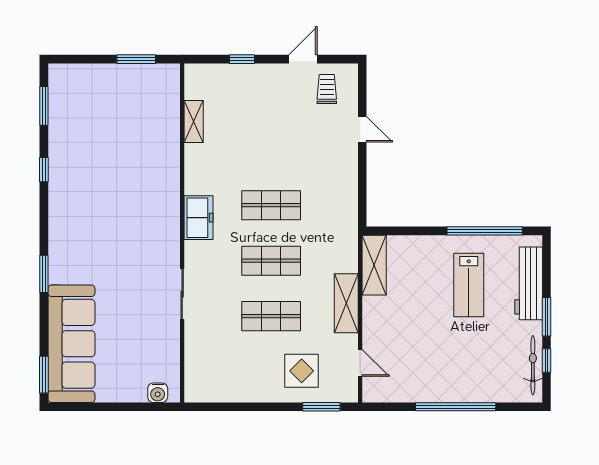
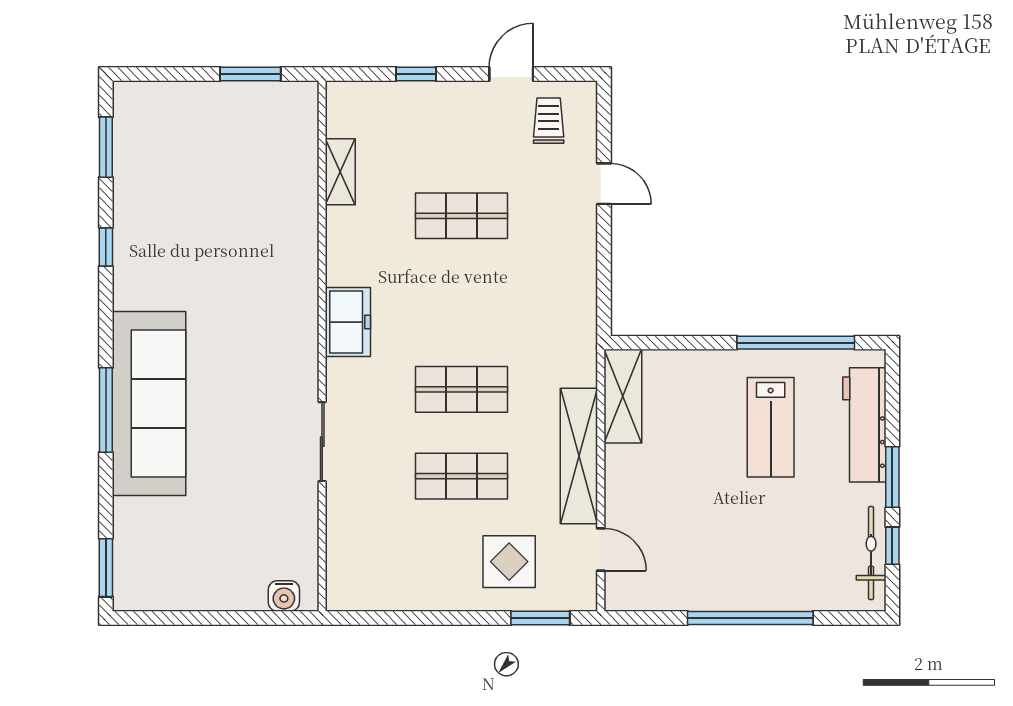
shop shelf: (271, 205) -> (461, 216), moved
window: (44, 274) -> (106, 410), width x1.44
shelving: (346, 303) -> (579, 456), width x1.47
sofa: (71, 344) -> (149, 404), moved

